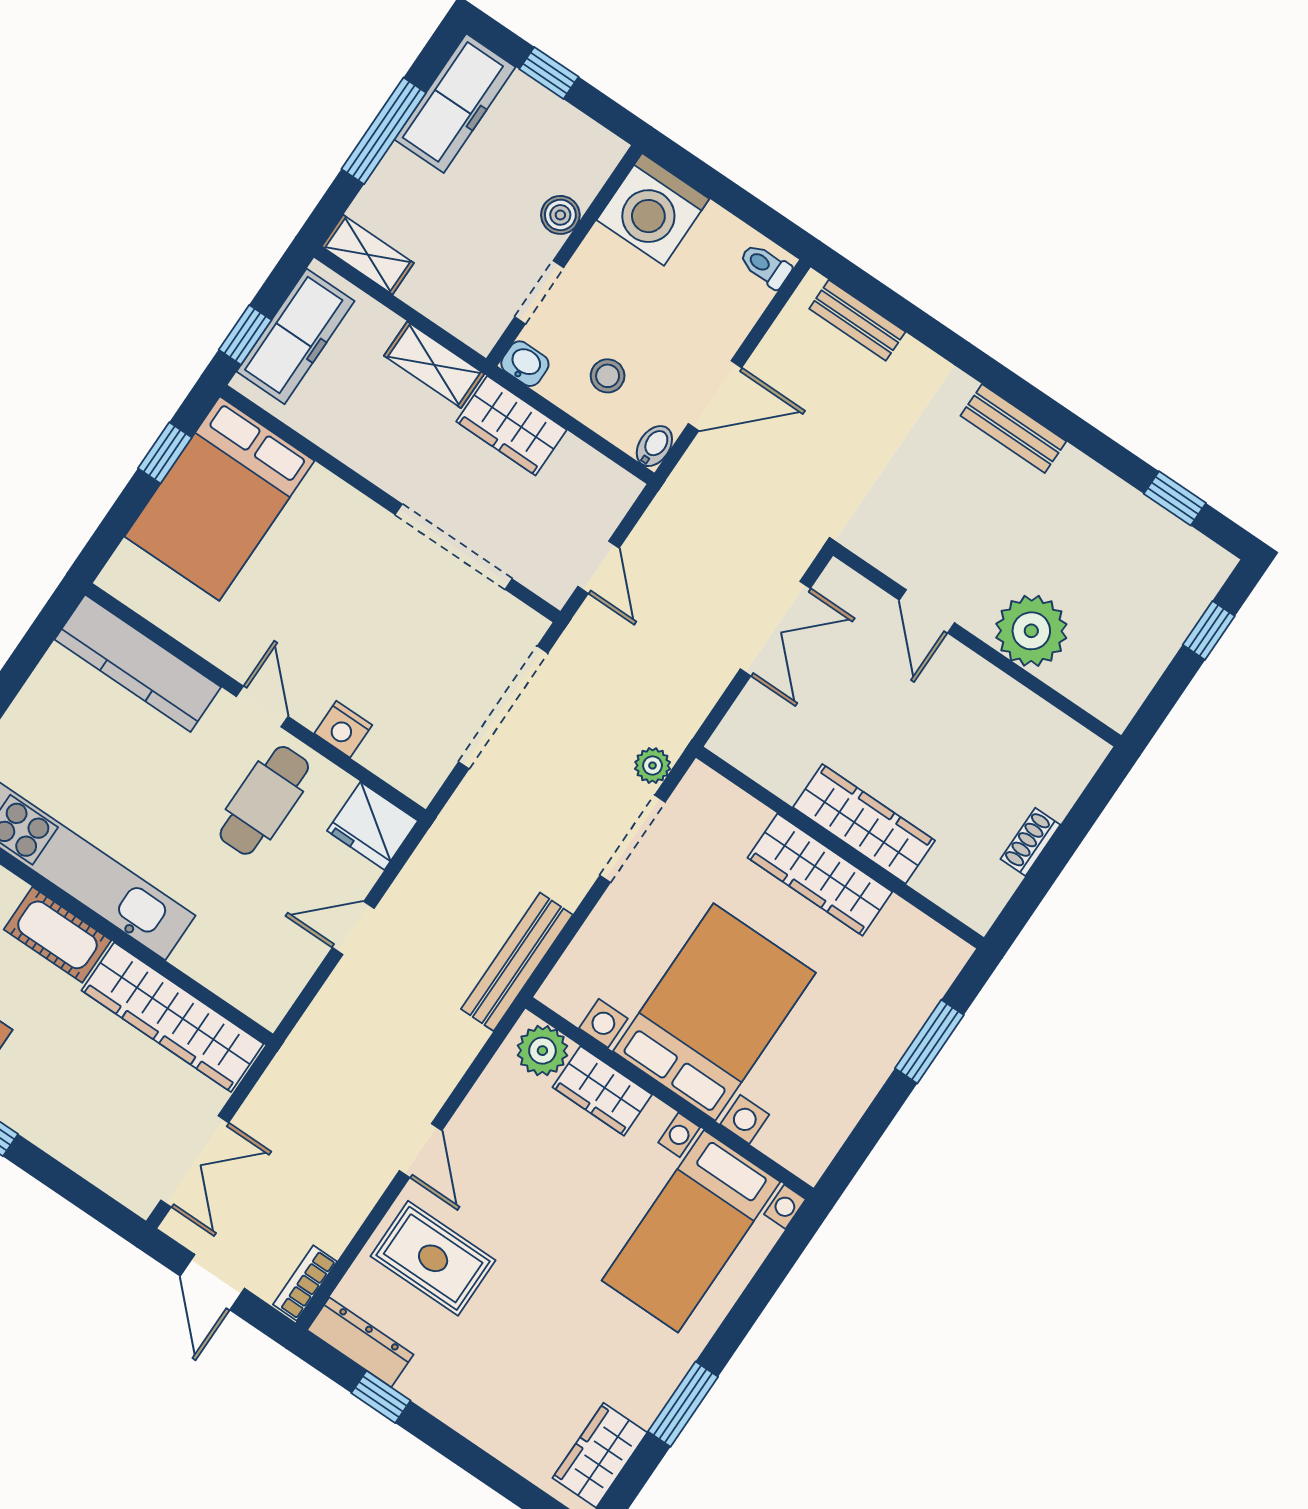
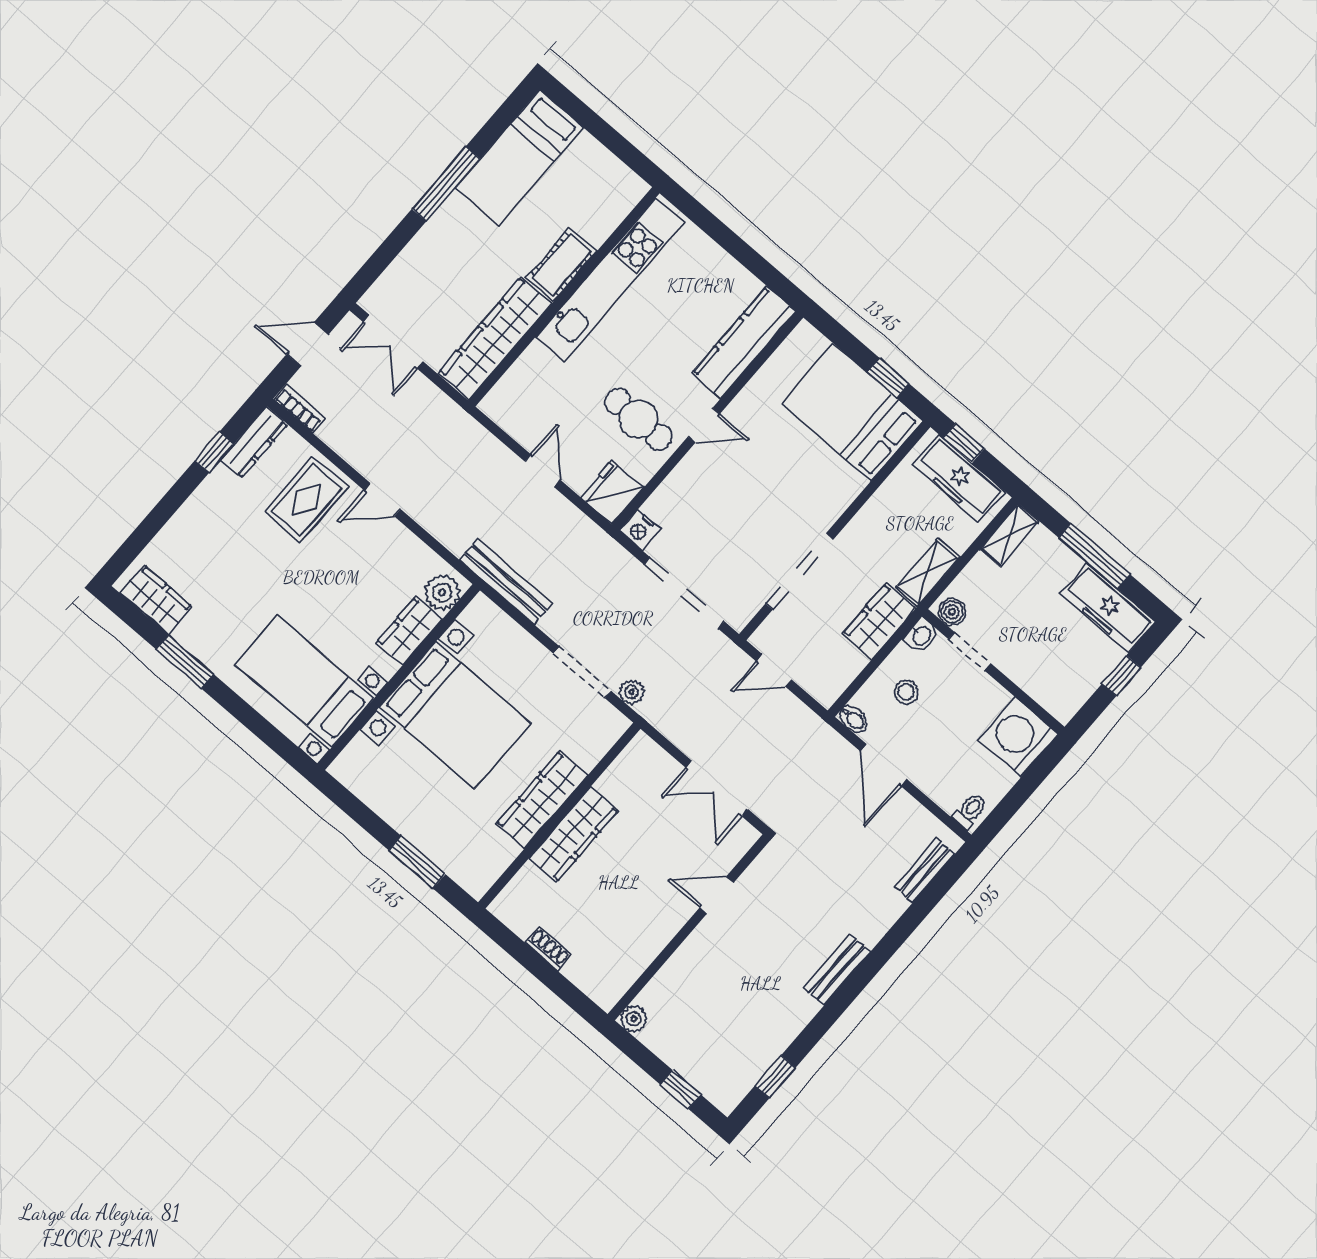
boiler: (560, 215) -> (952, 612), moved
plant: (1031, 631) -> (634, 1019), moved, width x0.53, depth x0.53
nightstand: (343, 729) -> (640, 530), moved, turned -90

